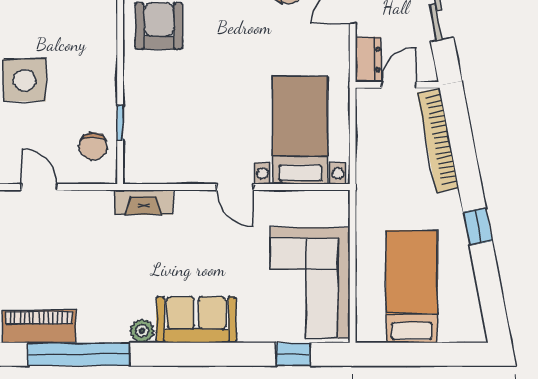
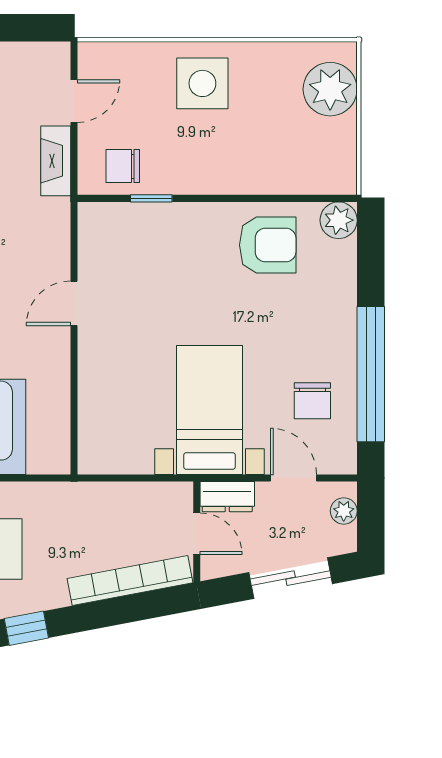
bed with nightstands: (300, 130) -> (210, 410), moved, turned -90
door: (235, 187) -> (74, 303), moved
fireplace: (144, 202) -> (56, 161), moved

